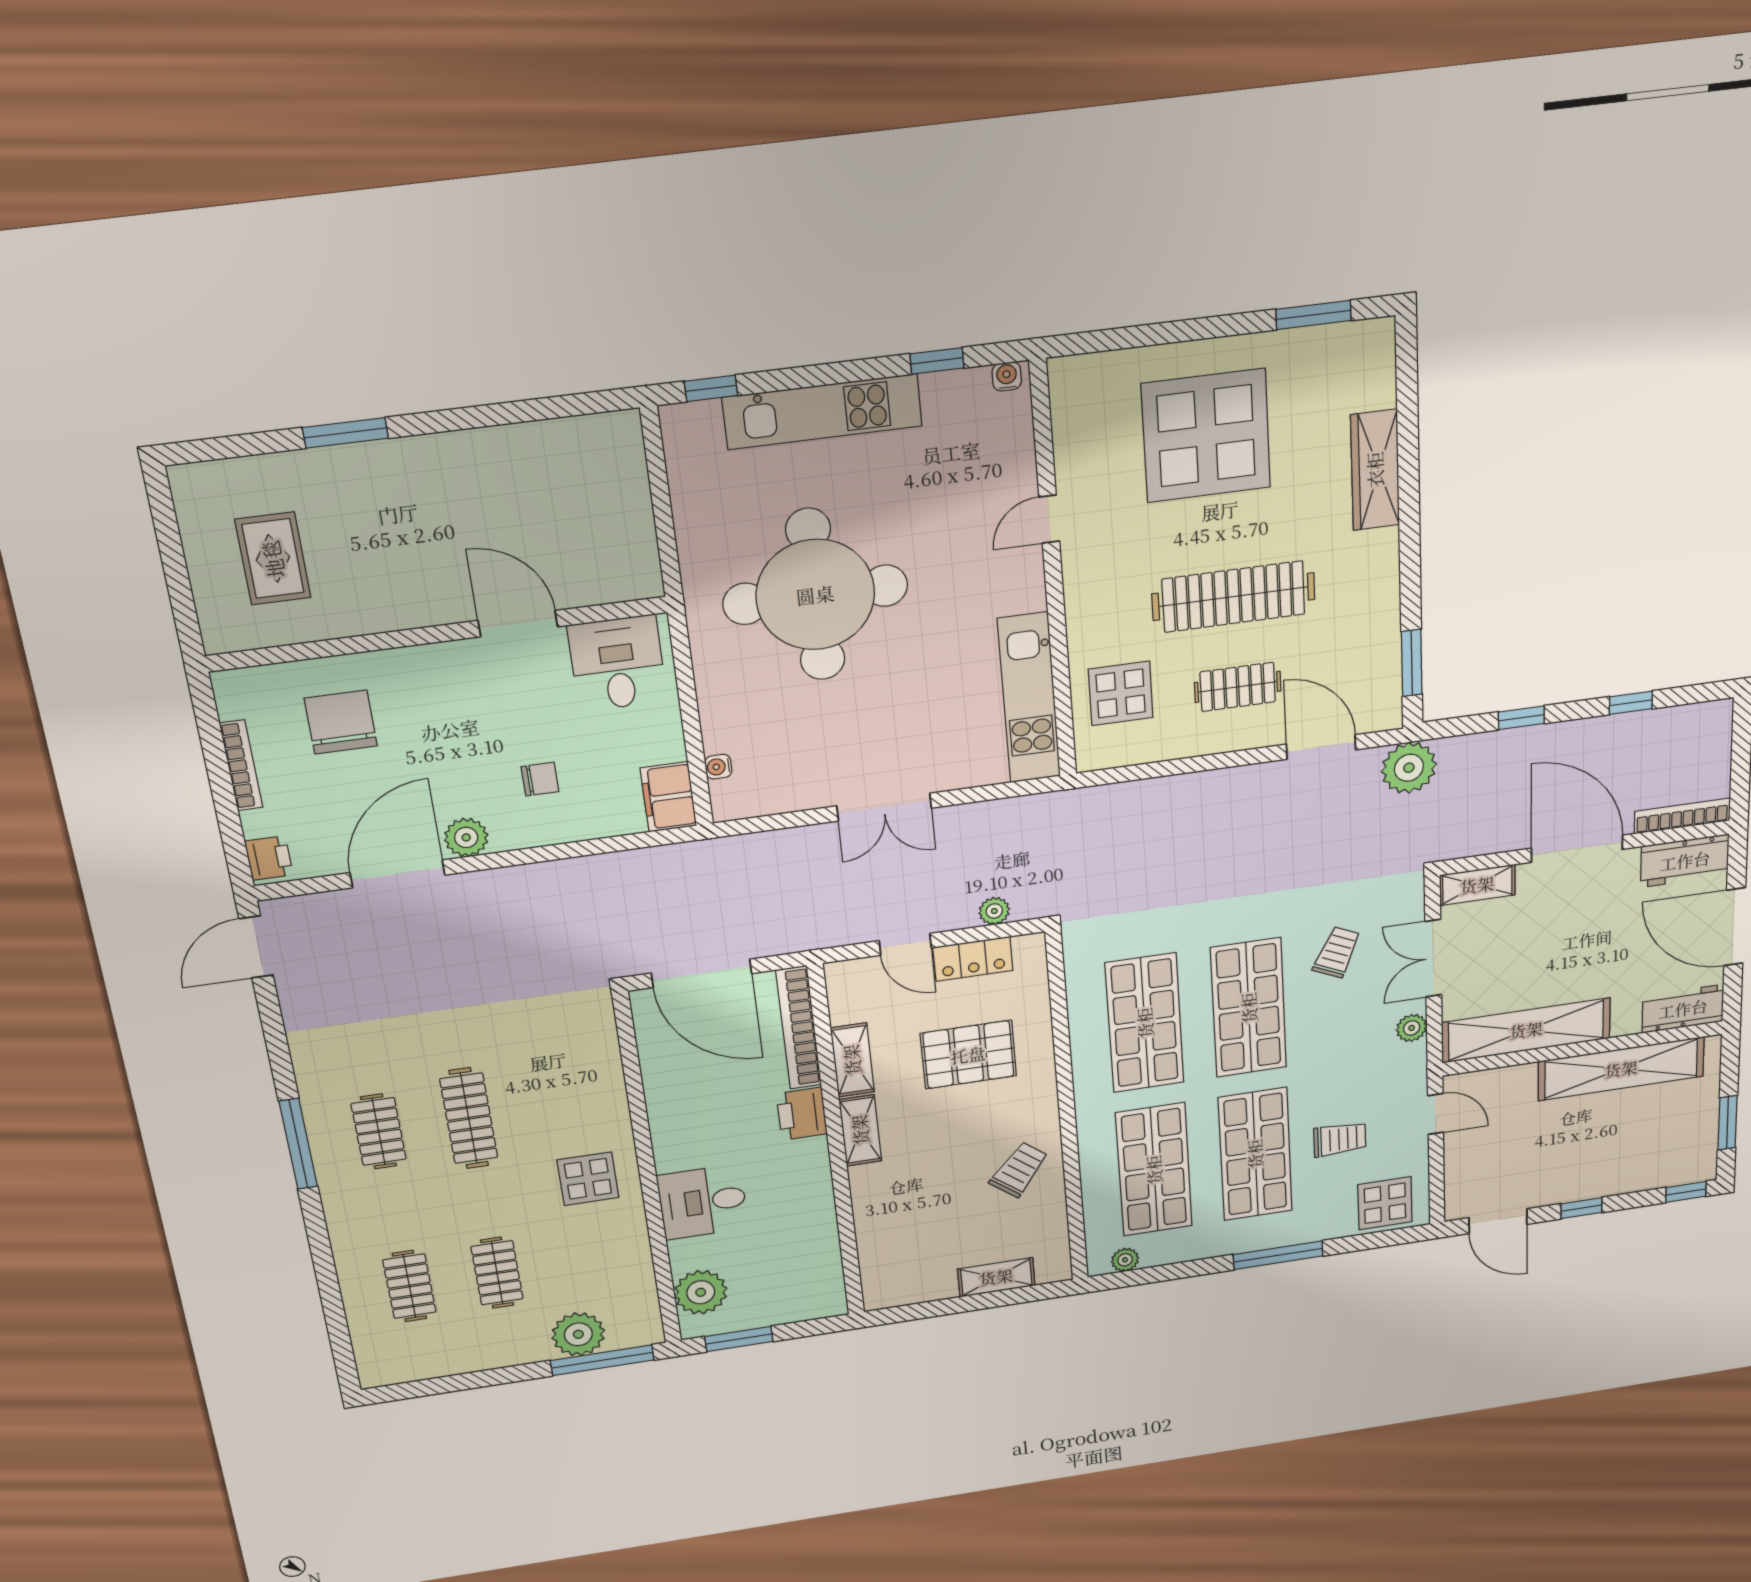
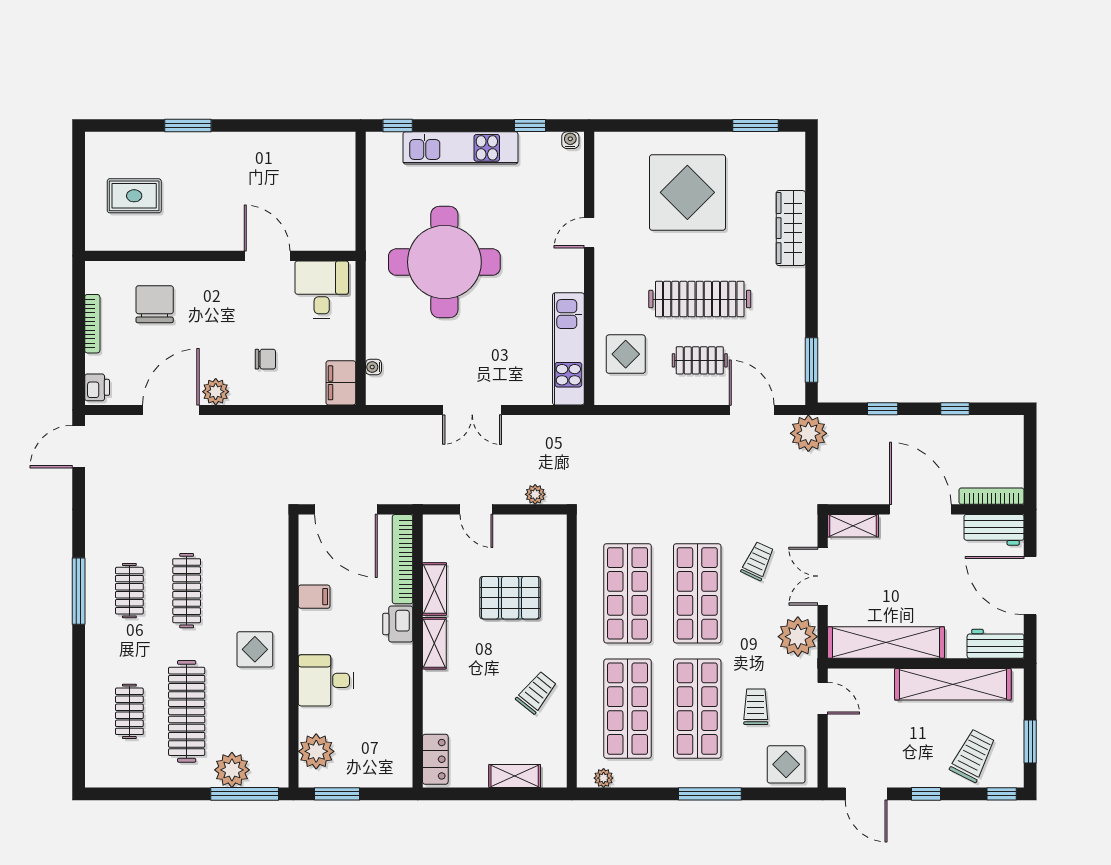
rug: (273, 559) -> (134, 196), turned 90
locker: (973, 959) -> (435, 759), moved, turned -90
plant: (1412, 1028) -> (798, 637), width x1.87, depth x1.87
filing cabinet: (669, 1097) -> (314, 597), added
trolley: (1340, 1139) -> (756, 707), turned -90
trolley: (1647, 1152) -> (973, 756), added
clothes rail: (497, 1273) -> (187, 711), width x1.86, depth x1.31

